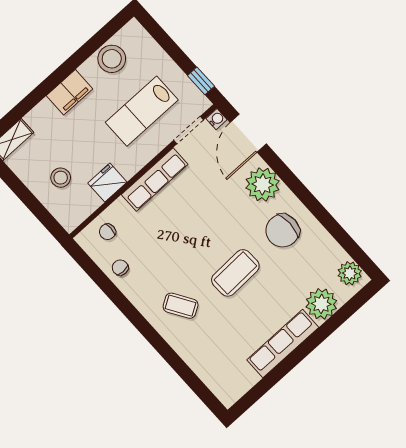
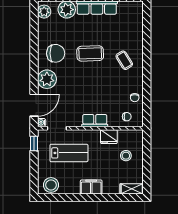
stool: (112, 59) -> (51, 185), moved
row of seats: (155, 179) -> (95, 121), width x0.68

